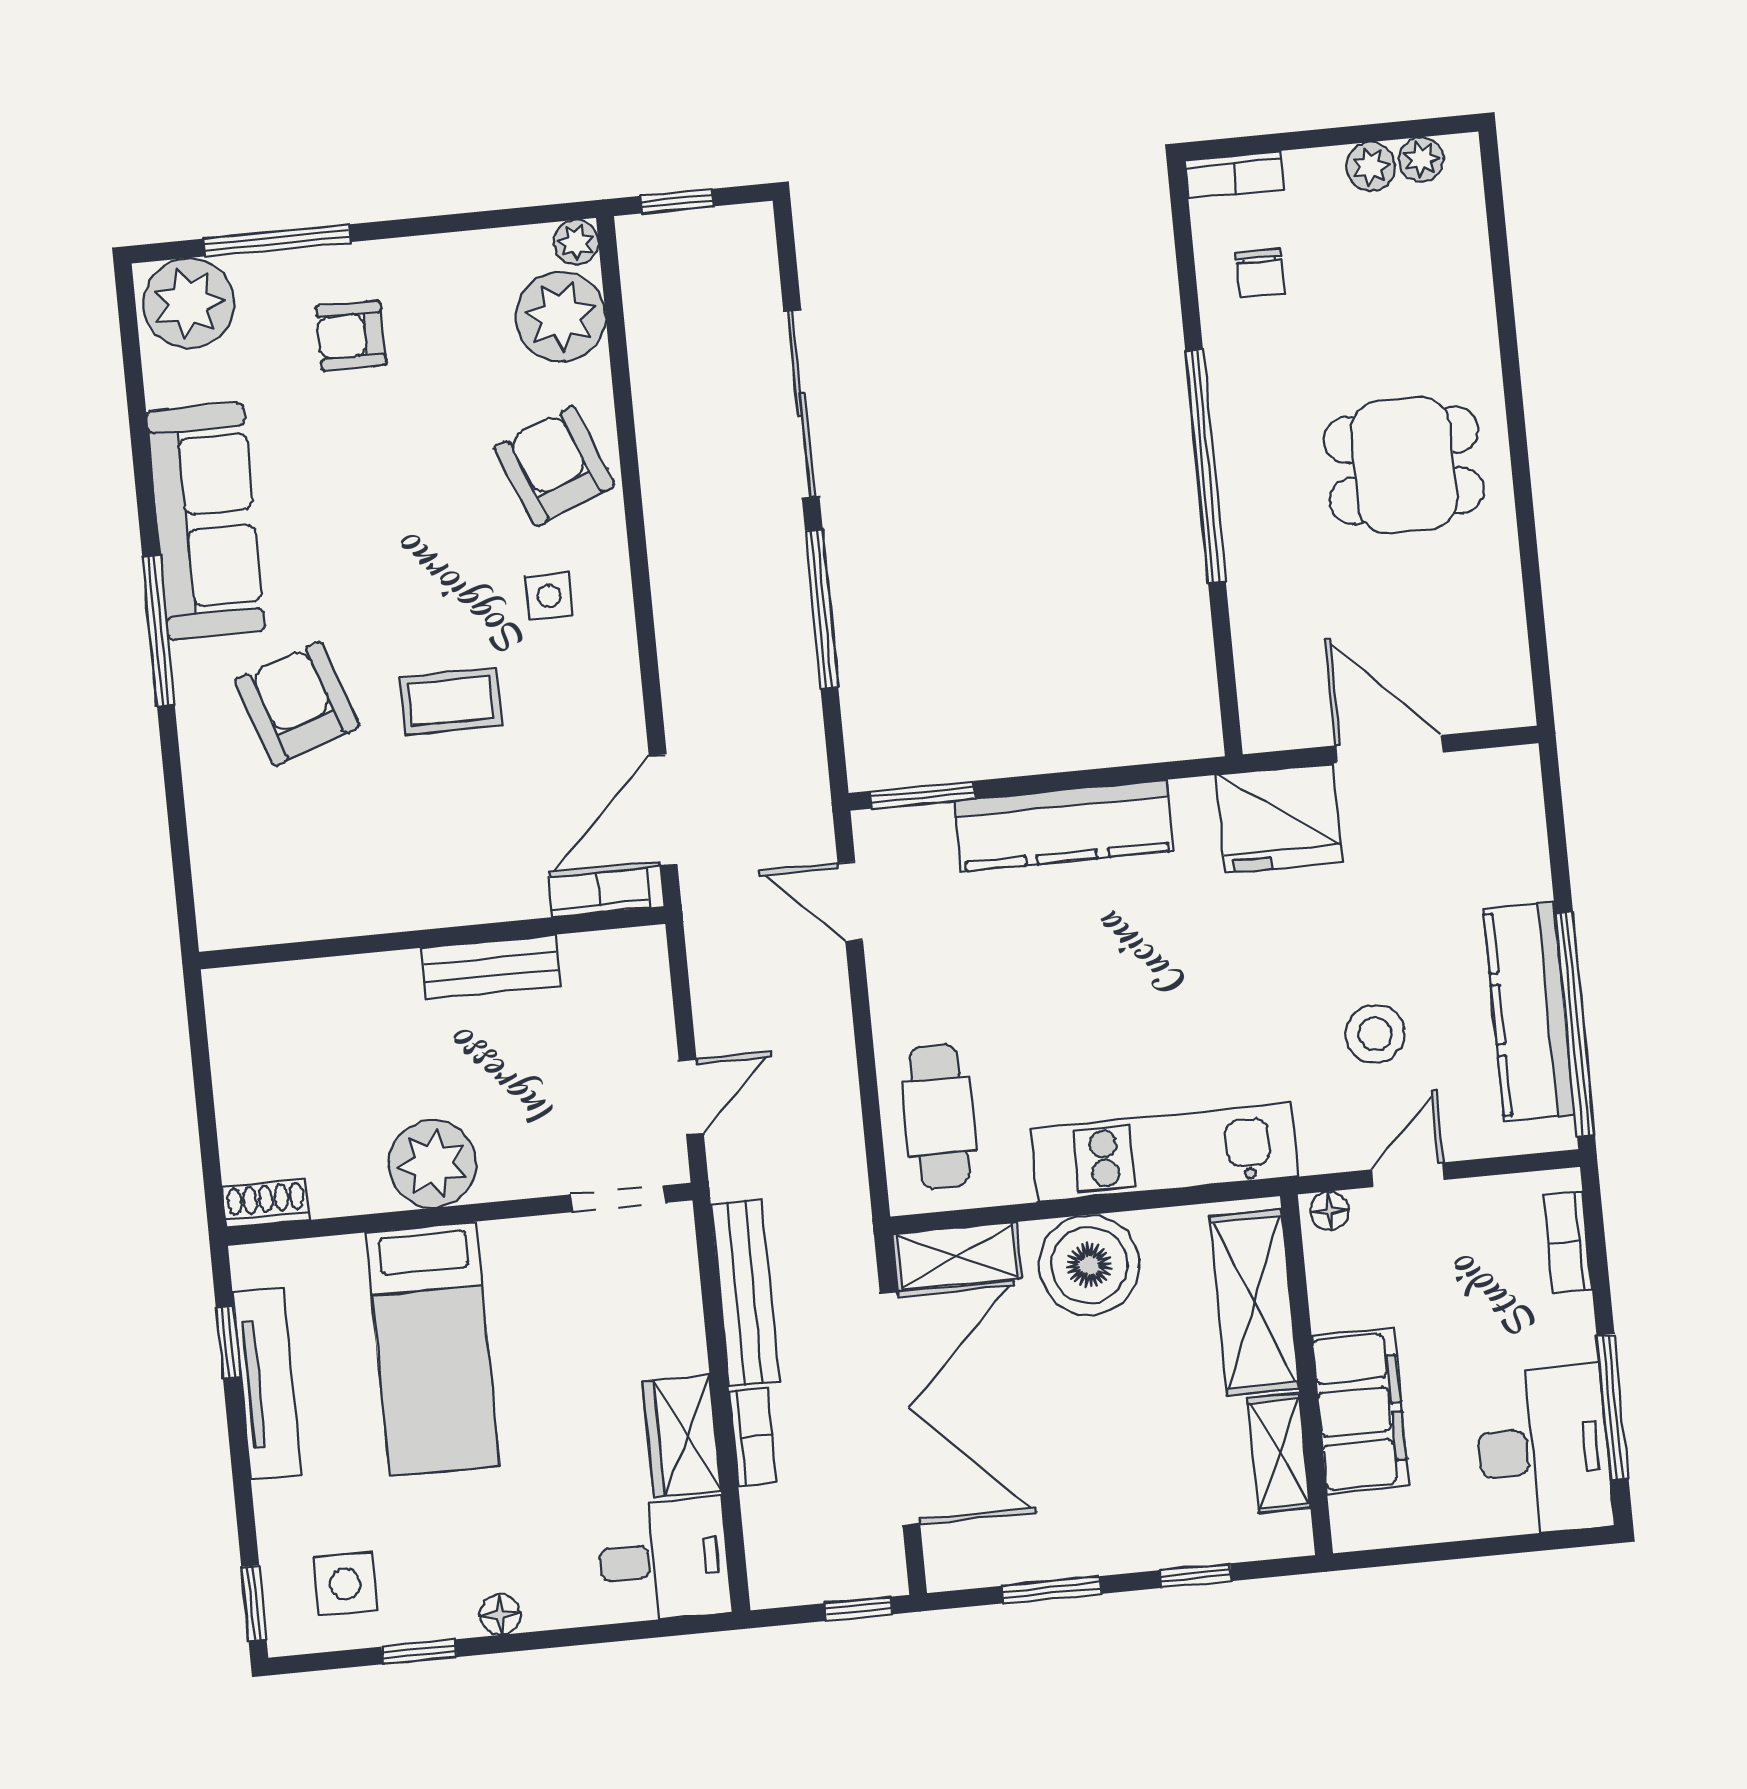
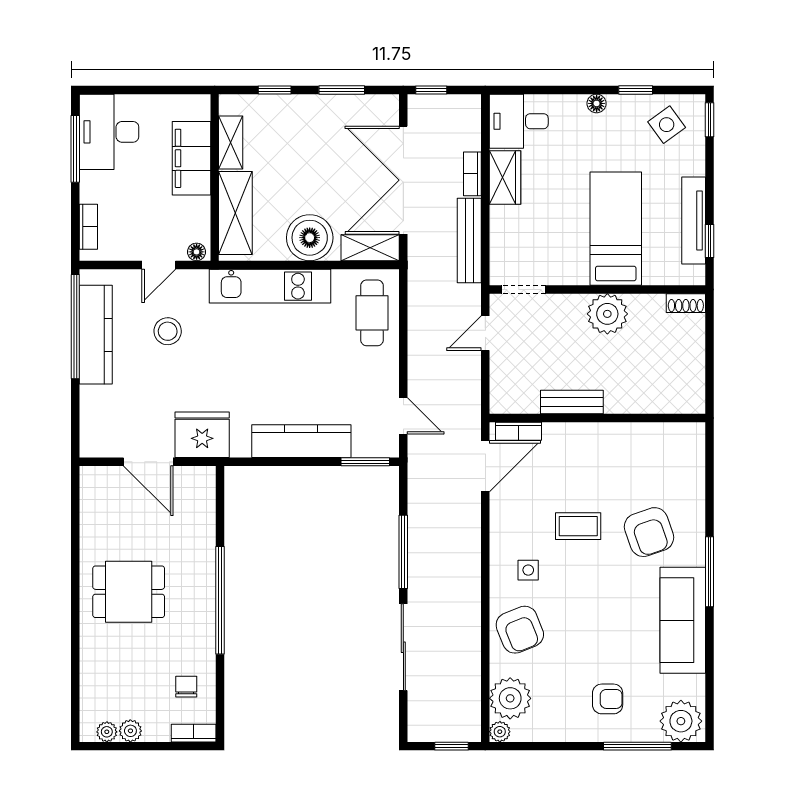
side table: (345, 1584) -> (667, 125), turned -36

